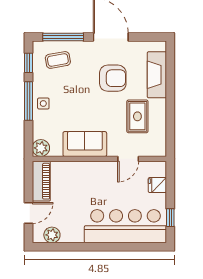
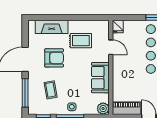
coffee table: (58, 60) -> (51, 90), moved
armchair: (113, 78) -> (54, 58), turned 90
fridge: (157, 185) -> (118, 27), moved

